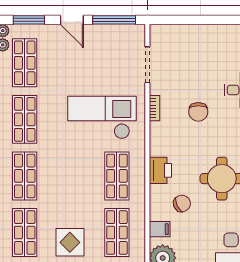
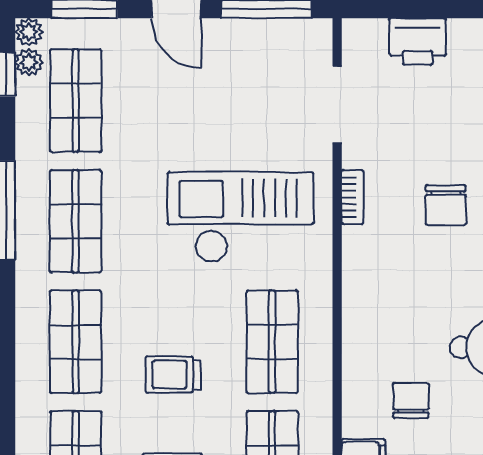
printer: (160, 170) -> (418, 41), moved, turned 90
trolley: (70, 191) -> (173, 375), added
chair: (182, 203) -> (411, 400), turned -64

